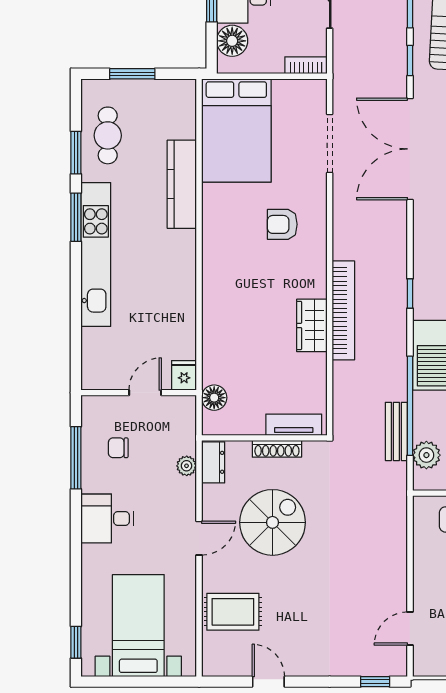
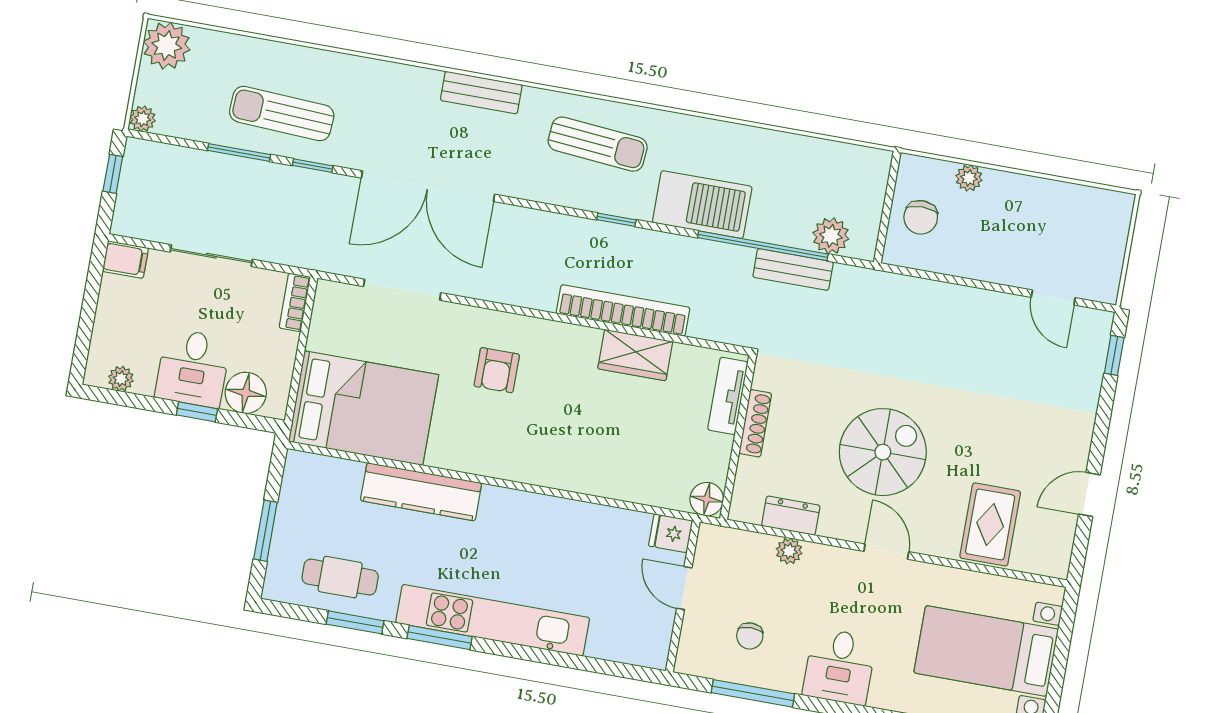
tv unit: (294, 425) -> (728, 396), moved
wall: (264, 438) -> (738, 437), moved
shoe rack: (277, 449) -> (755, 423), moved
spiral stairs: (273, 522) -> (883, 452), turned 90

